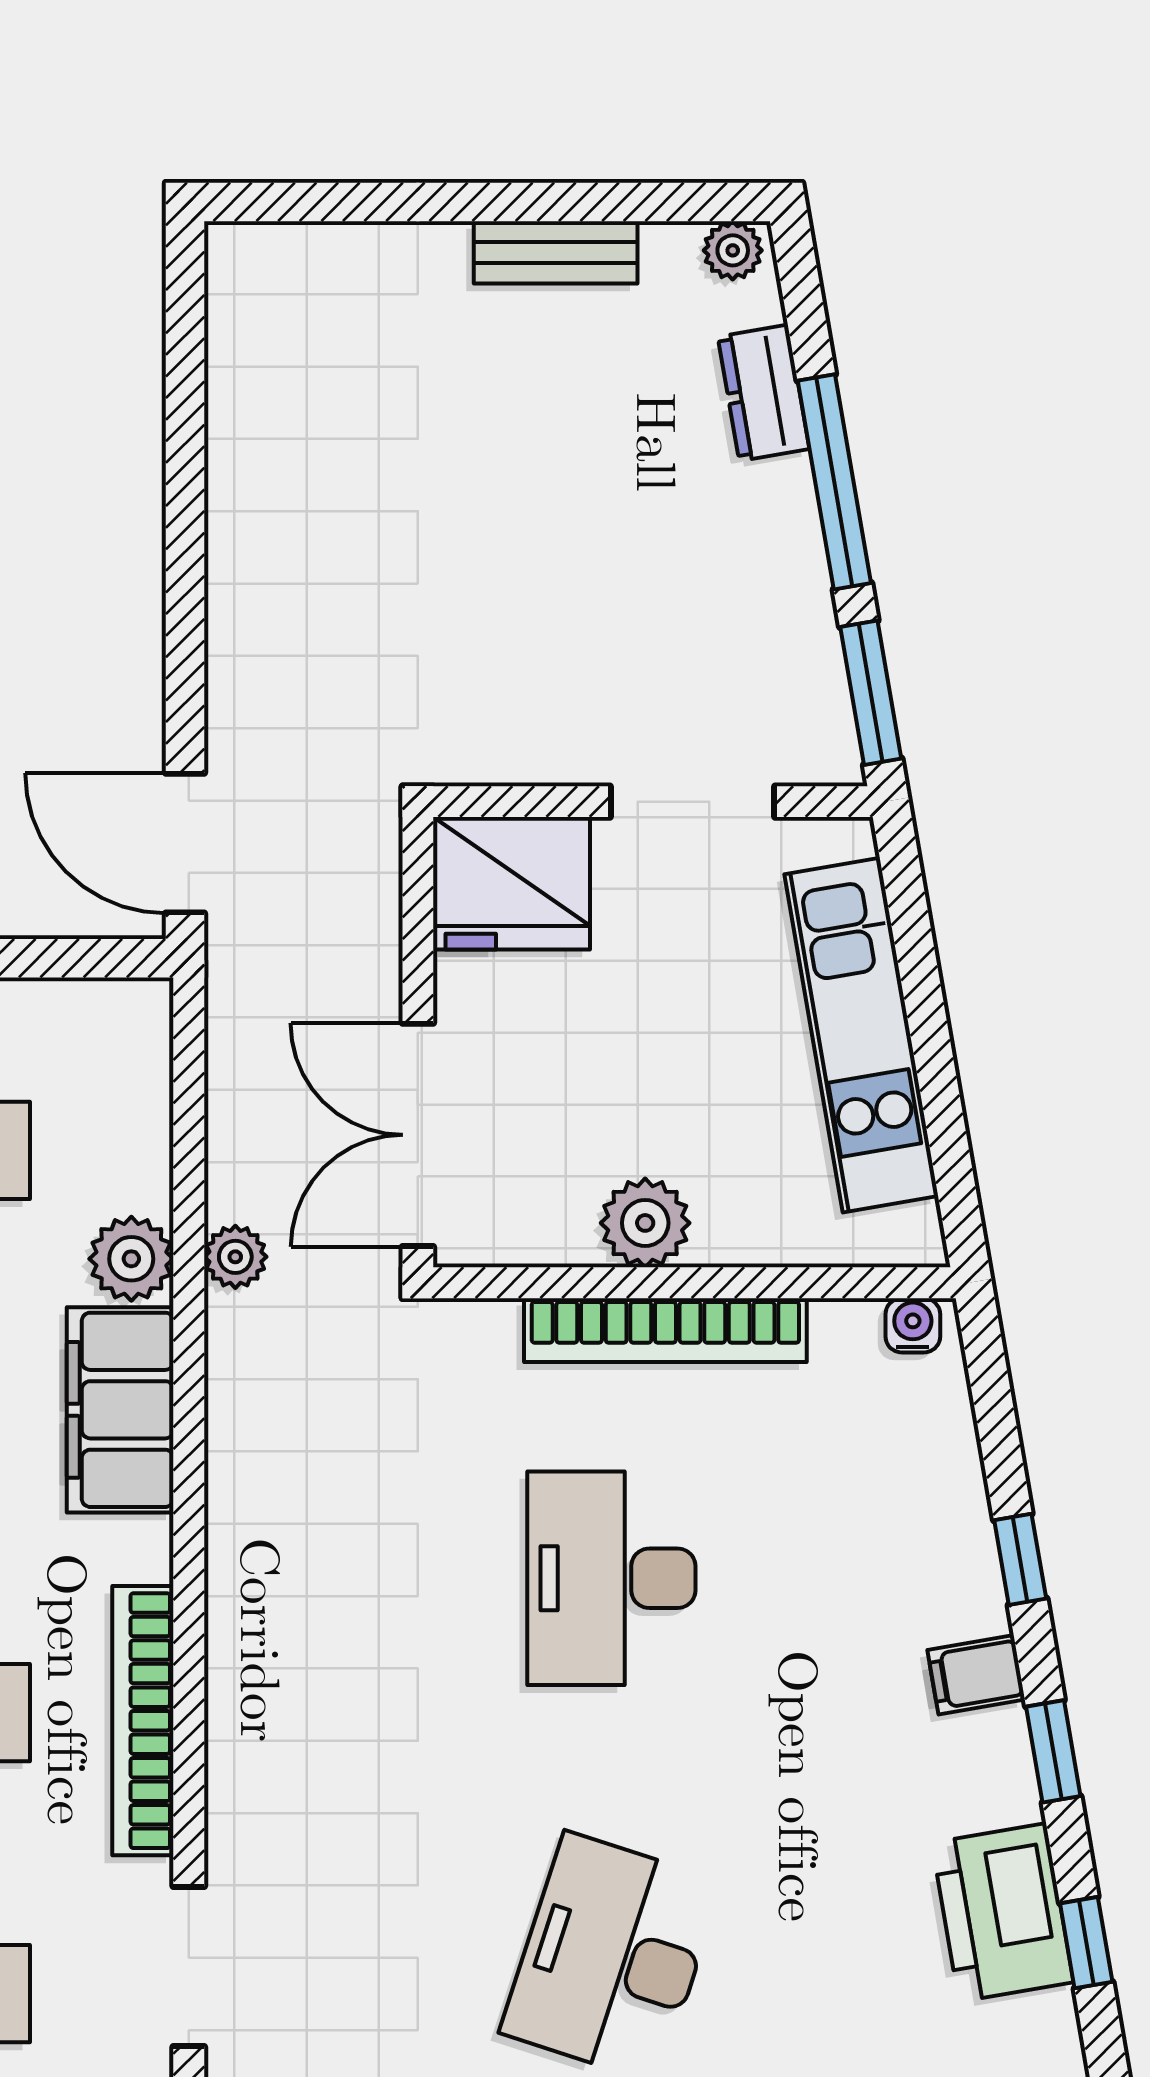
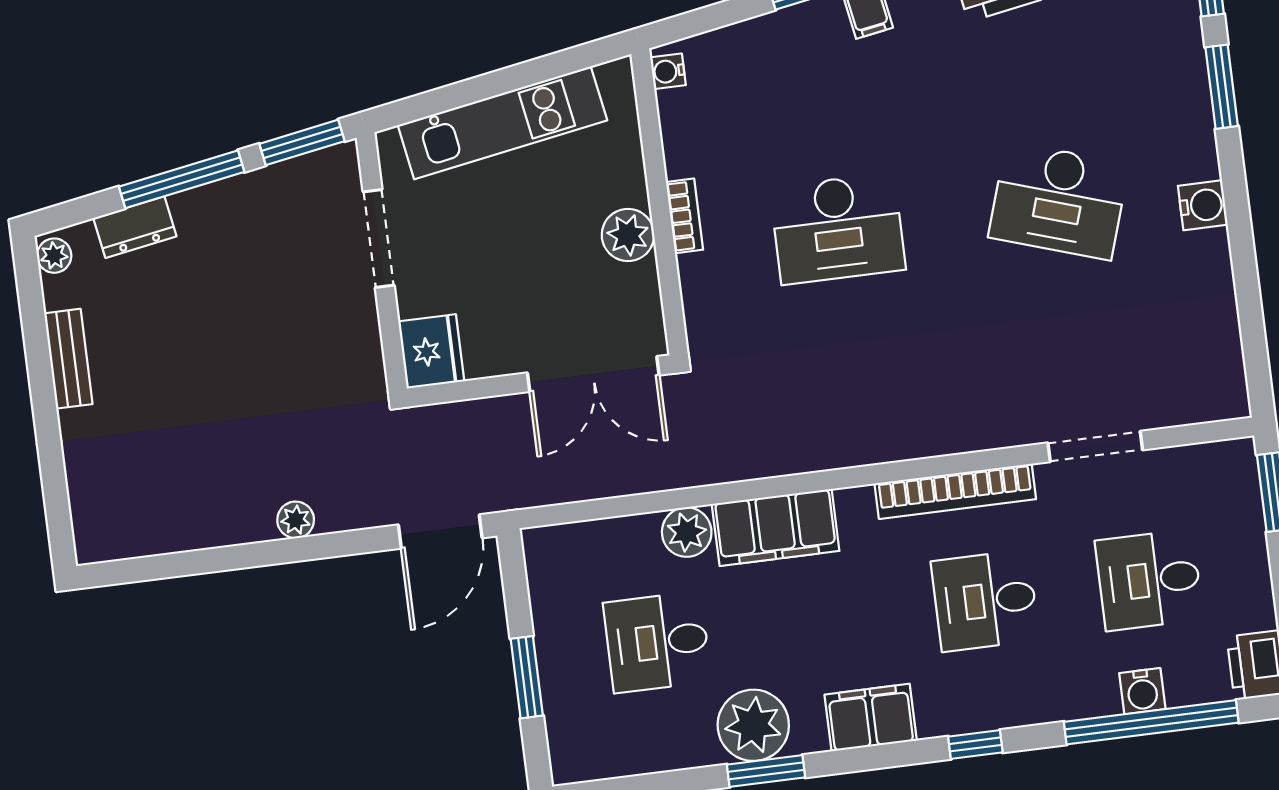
fridge: (511, 883) -> (431, 351), width x0.73, depth x0.75
plant: (235, 1257) -> (296, 520), moved
bookcase: (665, 1330) -> (684, 216), width x0.43, depth x0.76

